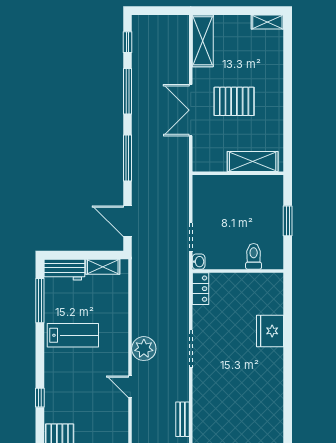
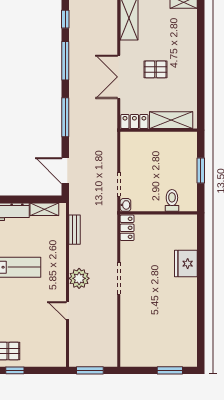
pallet: (234, 101) -> (155, 69), width x0.67, depth x0.71
locker: (209, 163) -> (134, 122), added
bench: (182, 419) -> (74, 230), moved

